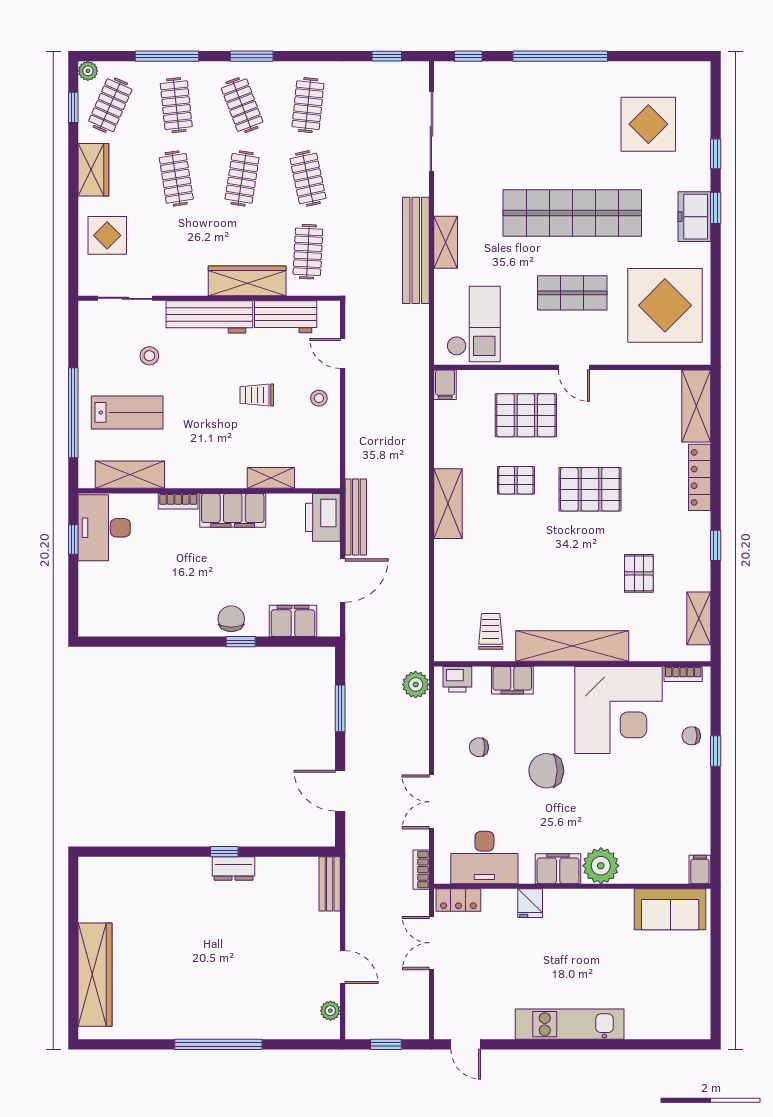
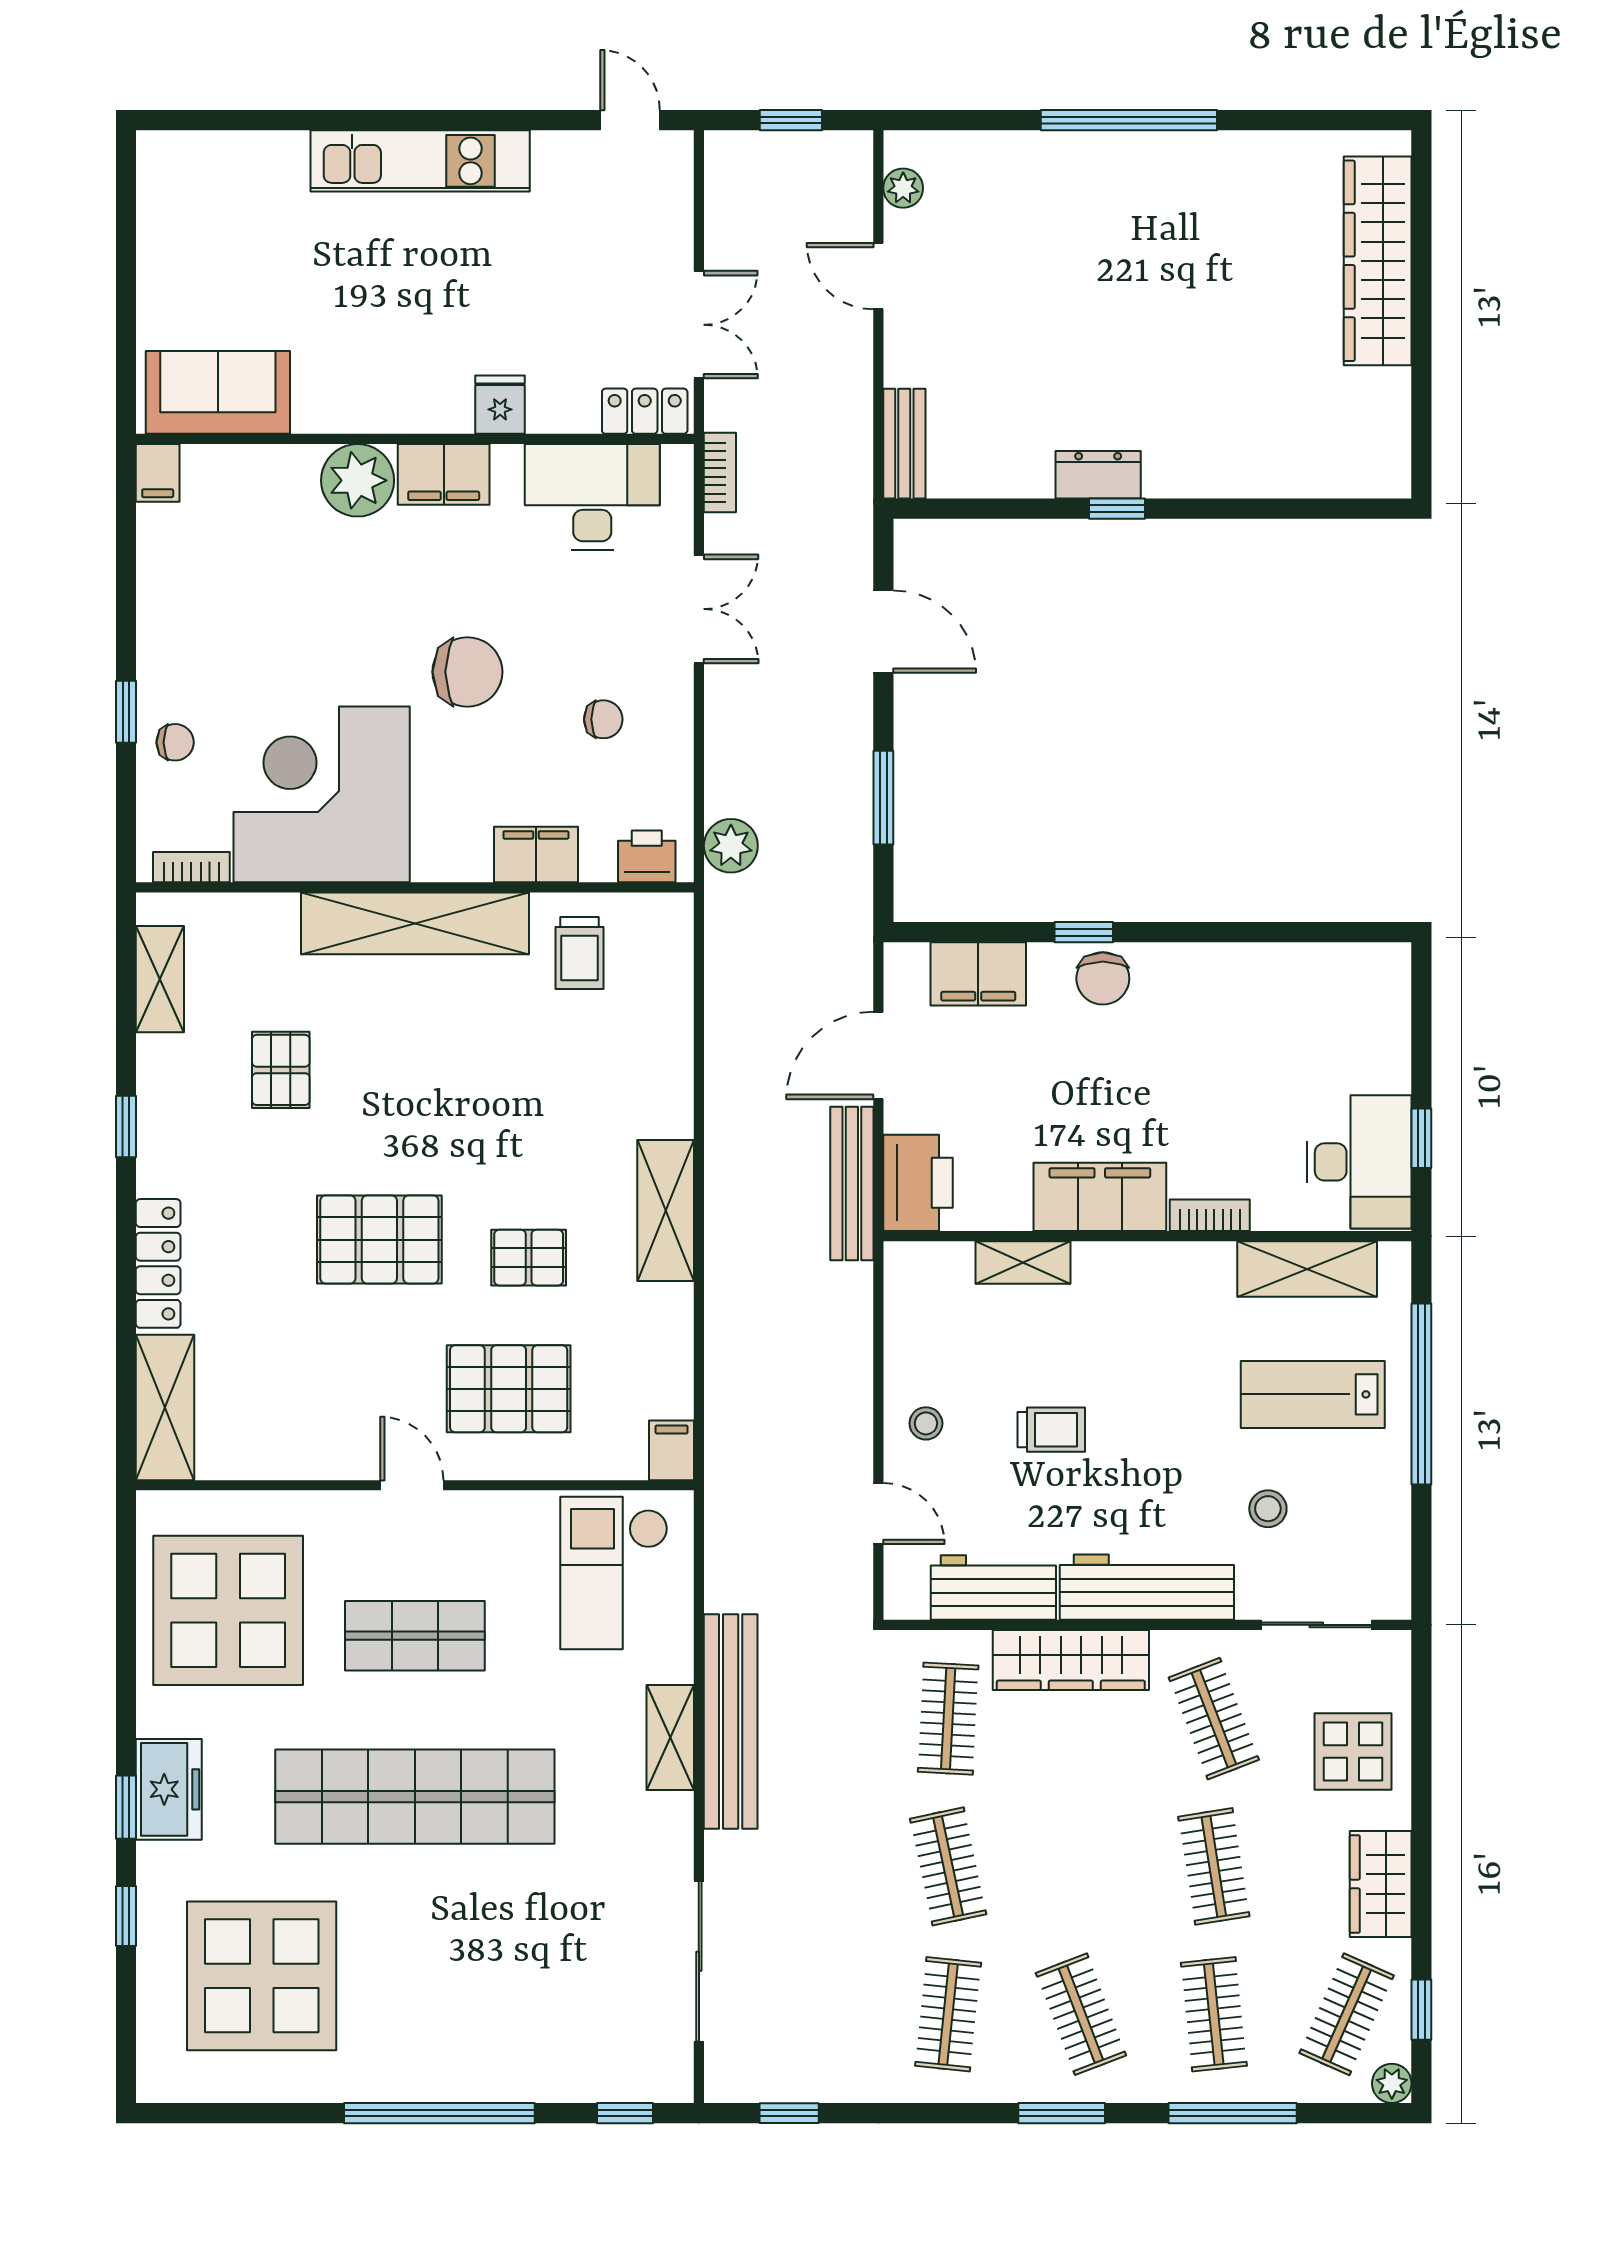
display table: (648, 124) -> (262, 1976), width x1.36, depth x1.36
clothes rail: (242, 178) -> (1214, 1719), moved, turned -30

